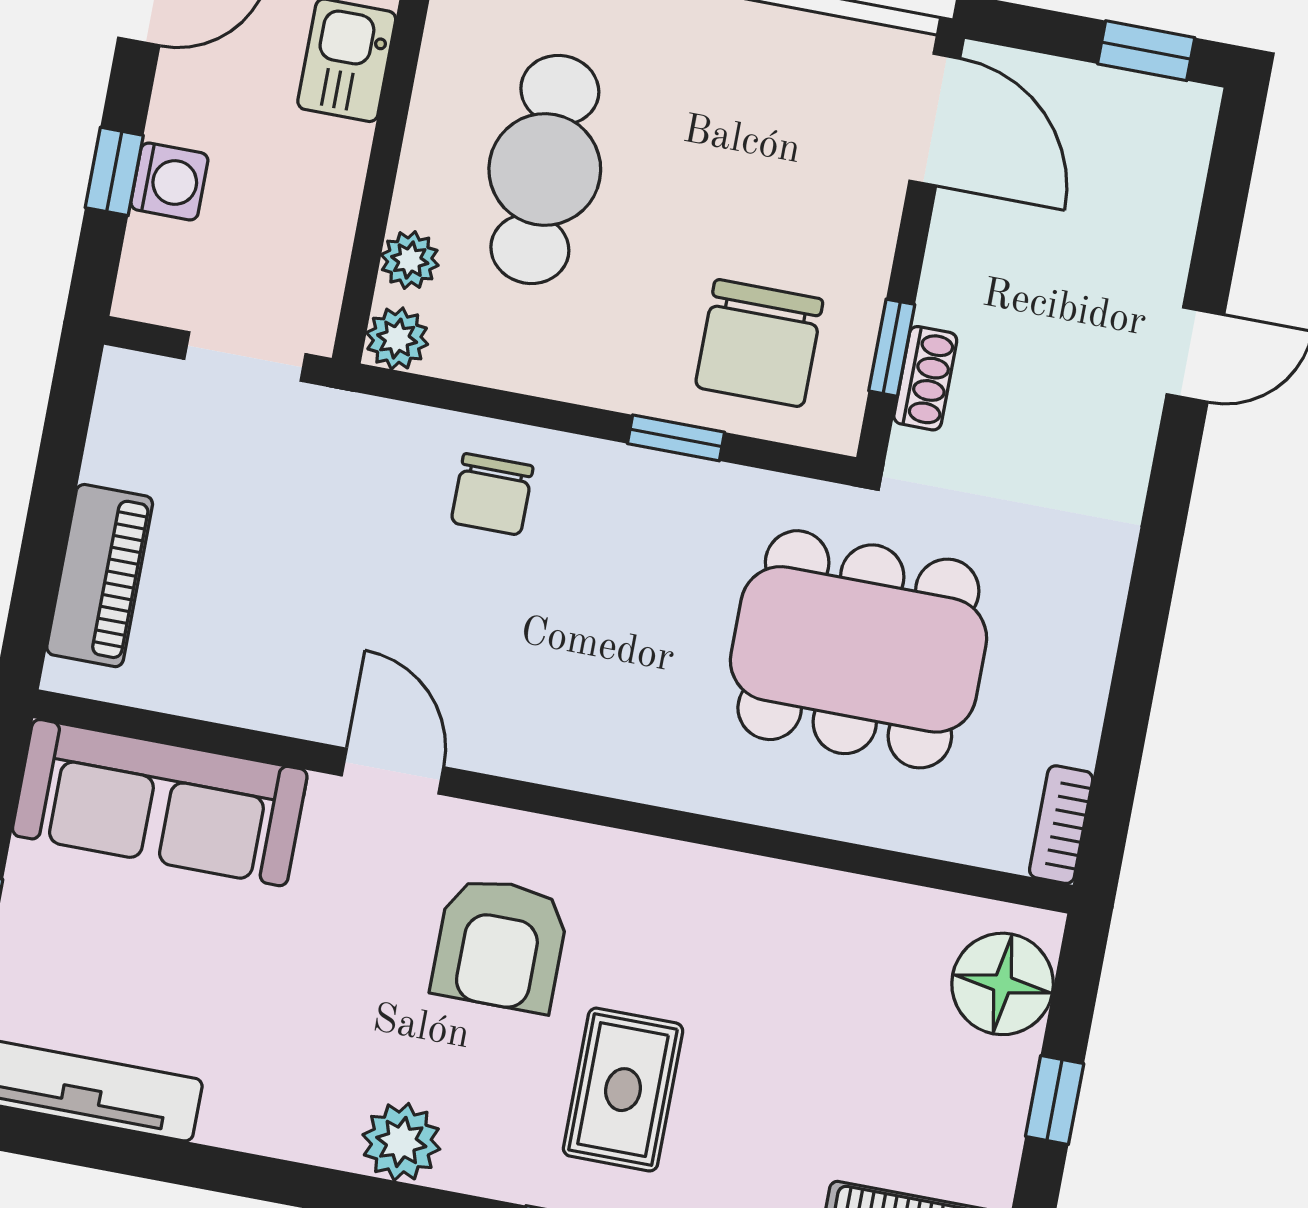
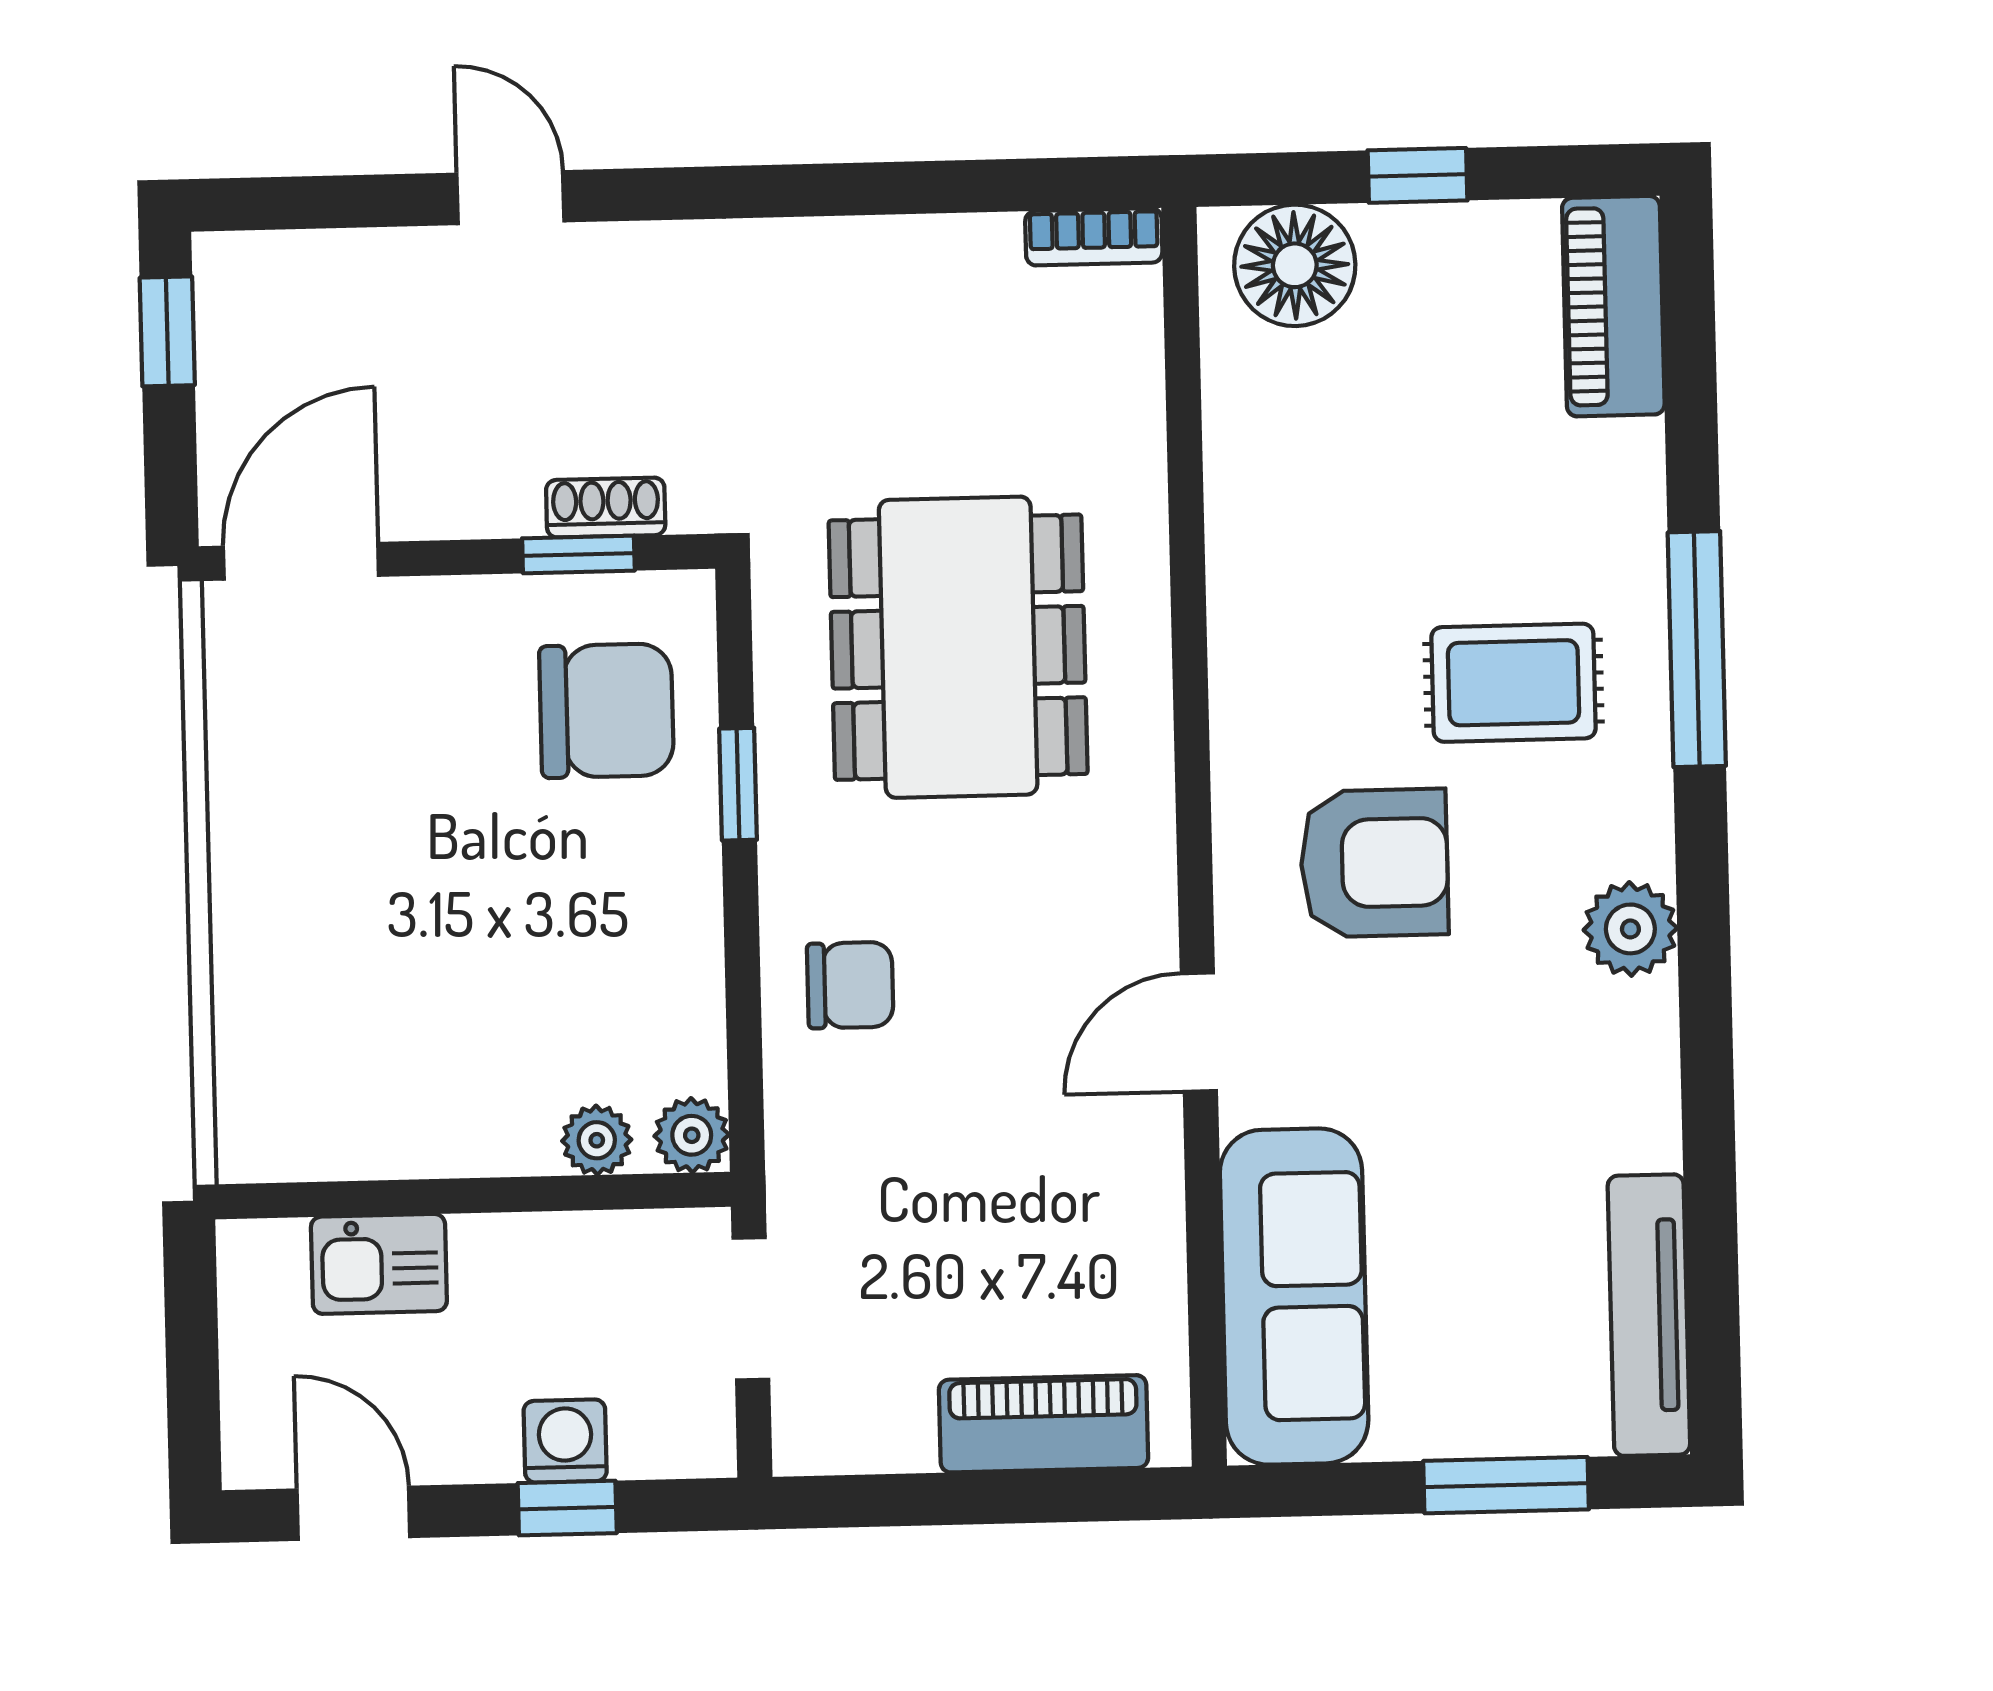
cafe table: (545, 169) -> (457, 1005), removed
dining table: (858, 649) -> (958, 647), moved

